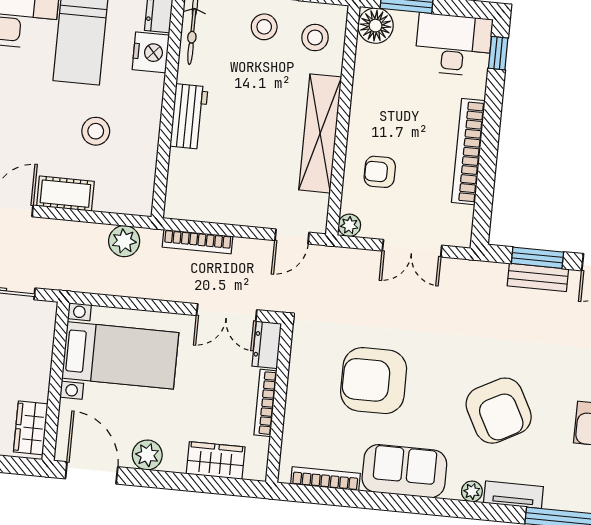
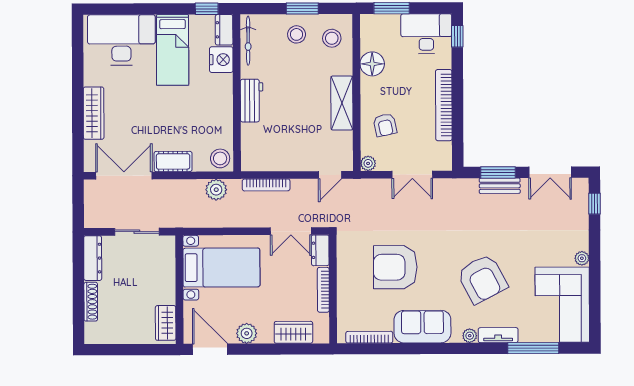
floor lamp: (375, 26) -> (372, 64), moved
stool: (96, 131) -> (220, 158), moved
shelving: (320, 133) -> (342, 103), width x0.68
armchair: (380, 172) -> (385, 125), turned -102

